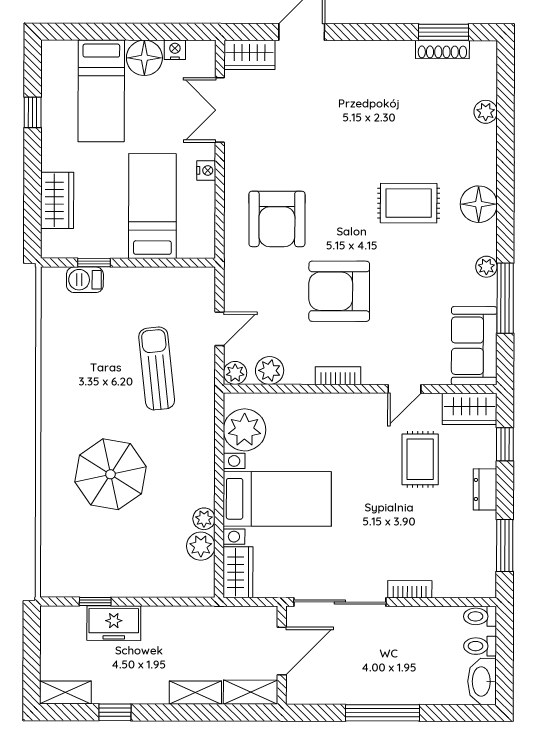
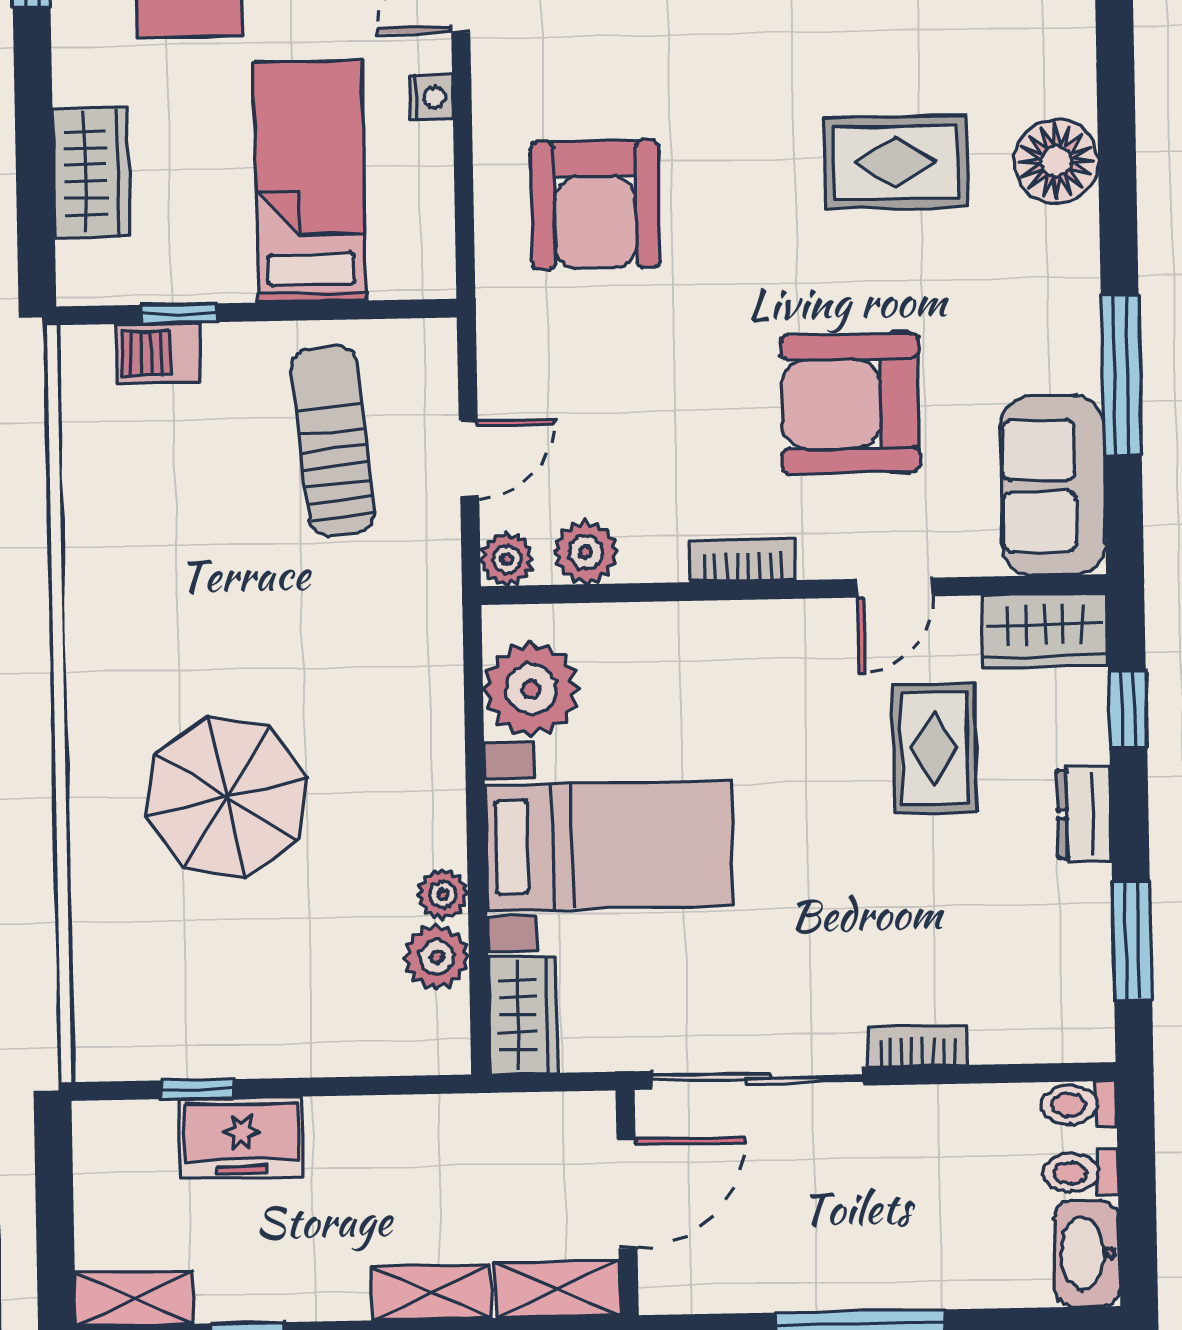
plant: (486, 267) -> (1077, 304), removed
armchair: (339, 291) -> (850, 403), moved
sun lounger: (157, 368) -> (333, 440), moved

